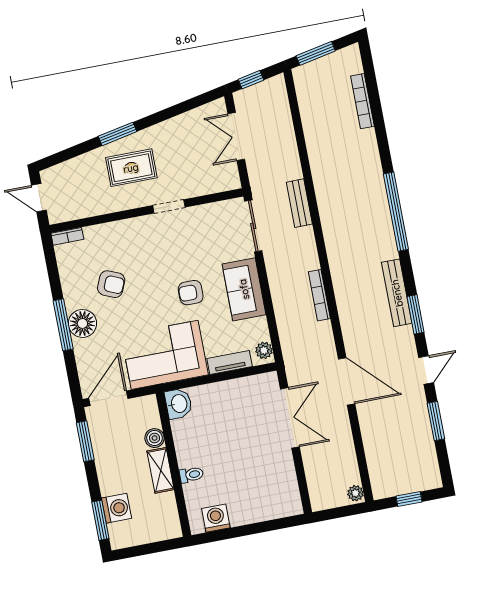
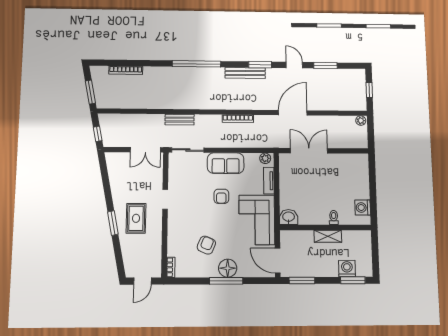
double door: (236, 137) -> (145, 150), moved
boiler: (155, 438) -> (307, 236), removed

